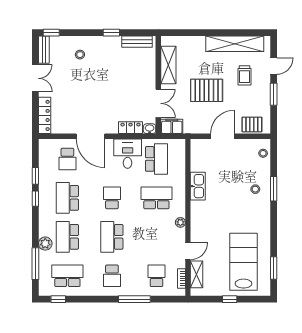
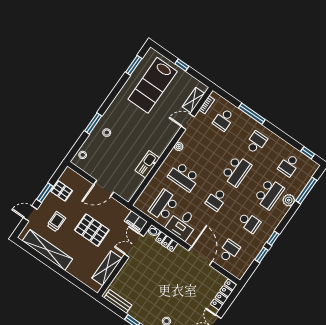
pallet: (252, 125) -> (62, 191), moved
school desk: (67, 198) -> (249, 222), width x0.54
school desk: (67, 276) -> (289, 165), width x0.54

